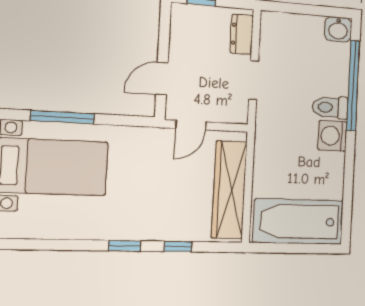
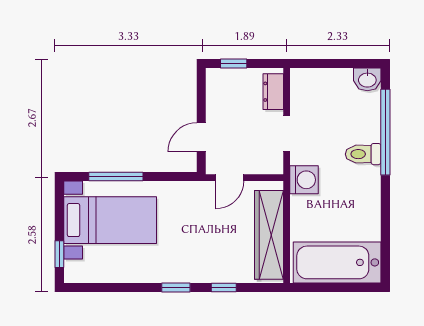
washing machine: (332, 136) -> (304, 180), moved, turned 180

